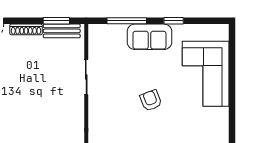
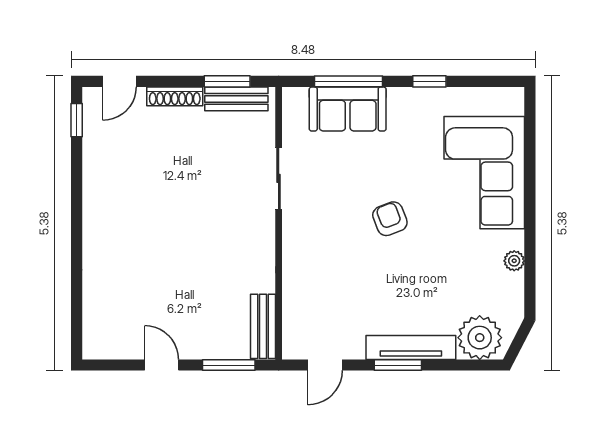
sofa: (149, 37) -> (348, 109), moved
plant: (223, 125) -> (514, 261), added

